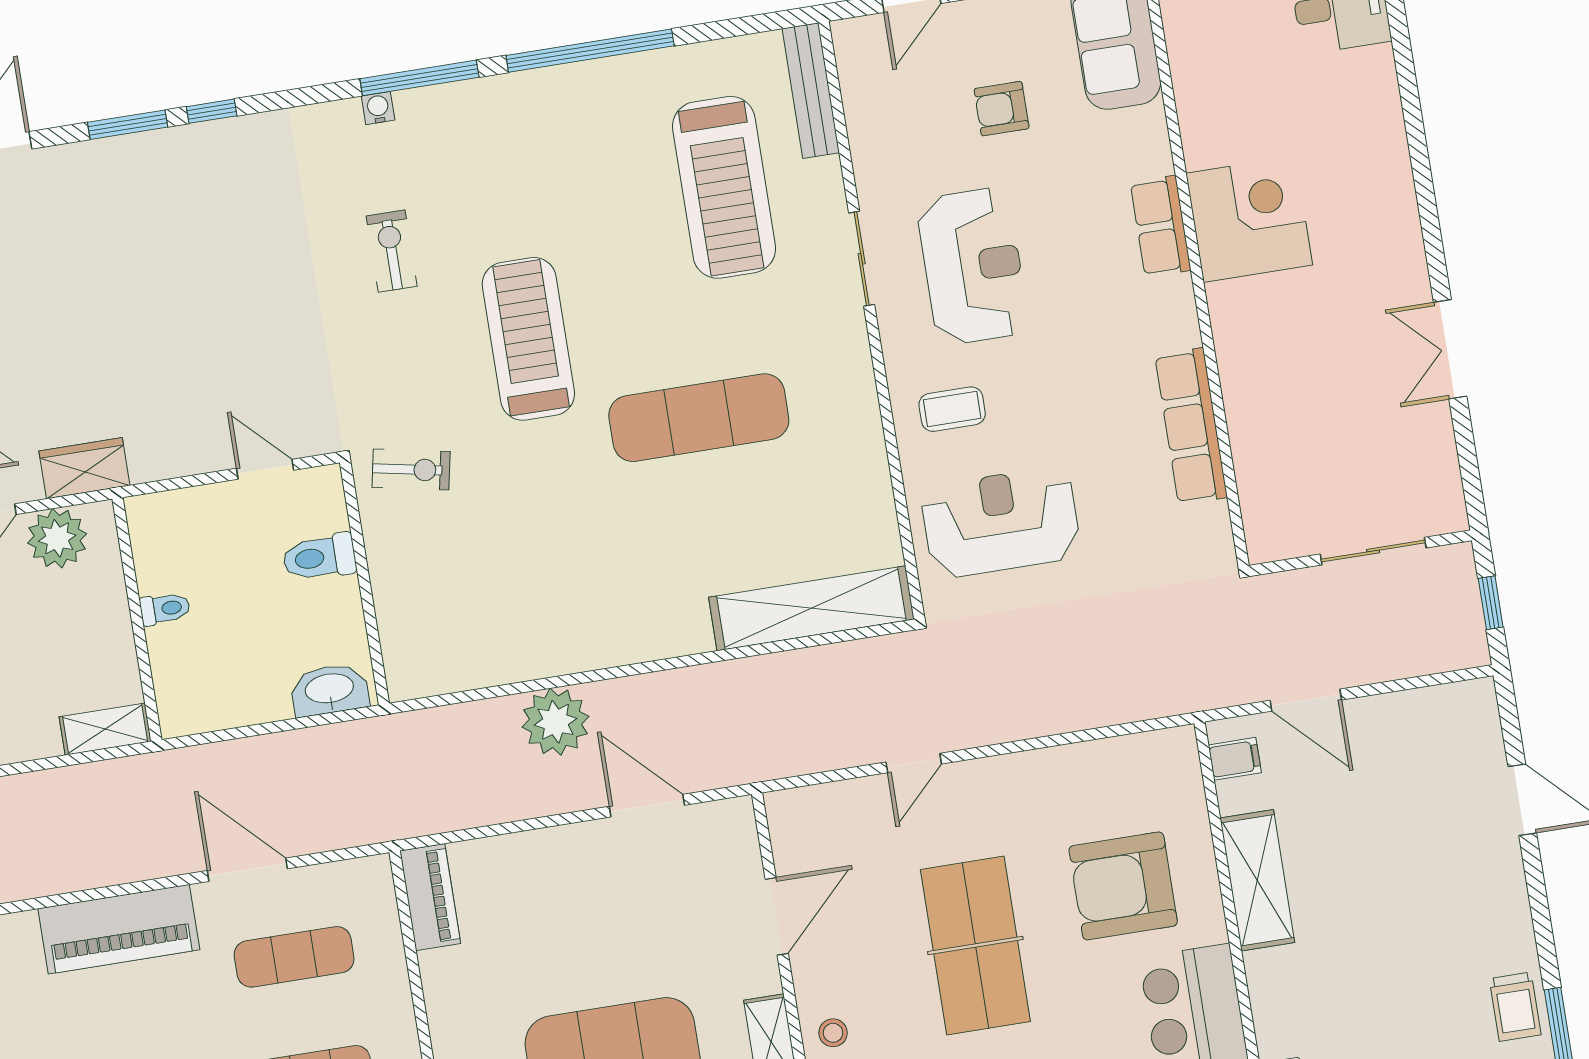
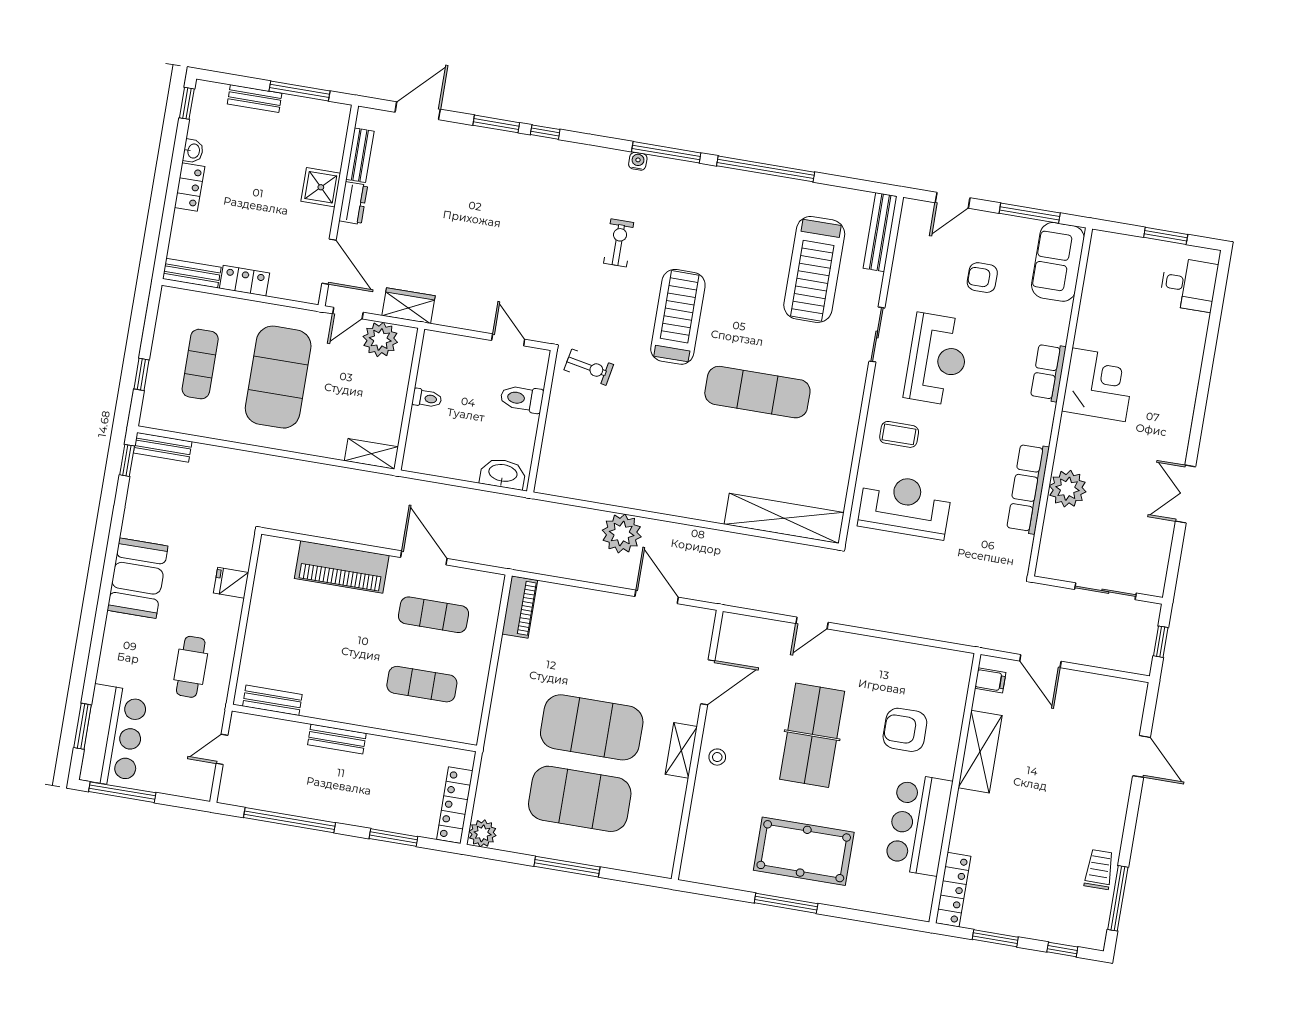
plant: (1256, 405) -> (1068, 489), added
armchair: (1123, 886) -> (905, 730), width x0.73, depth x0.73
trolley: (1515, 1007) -> (1099, 870), turned 180

